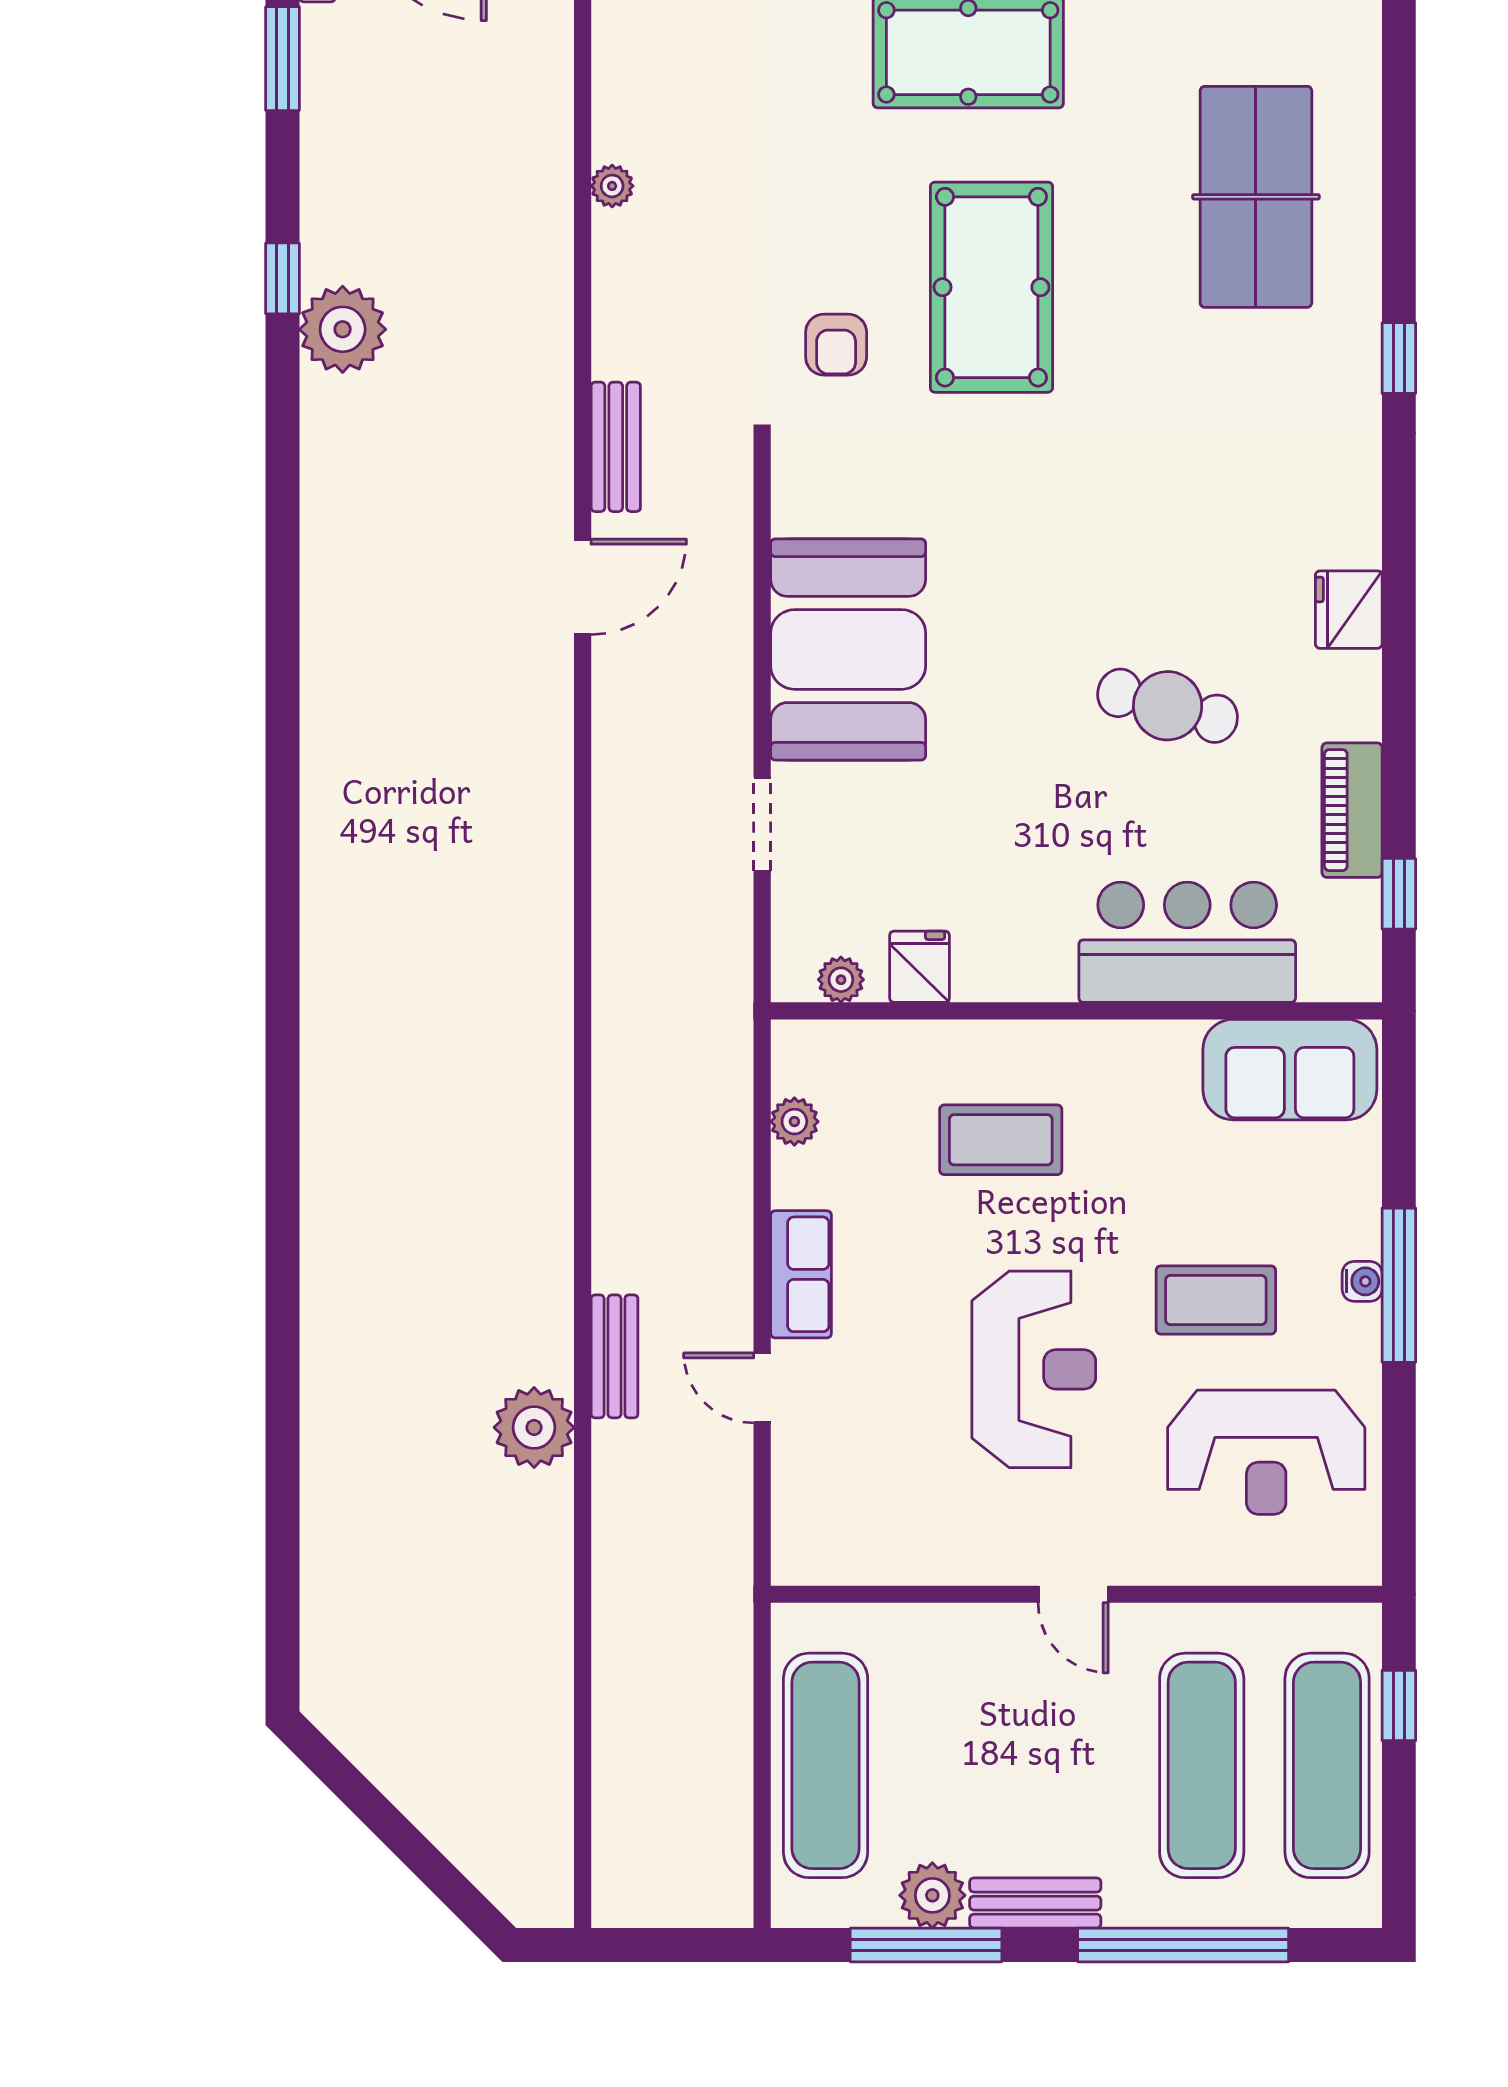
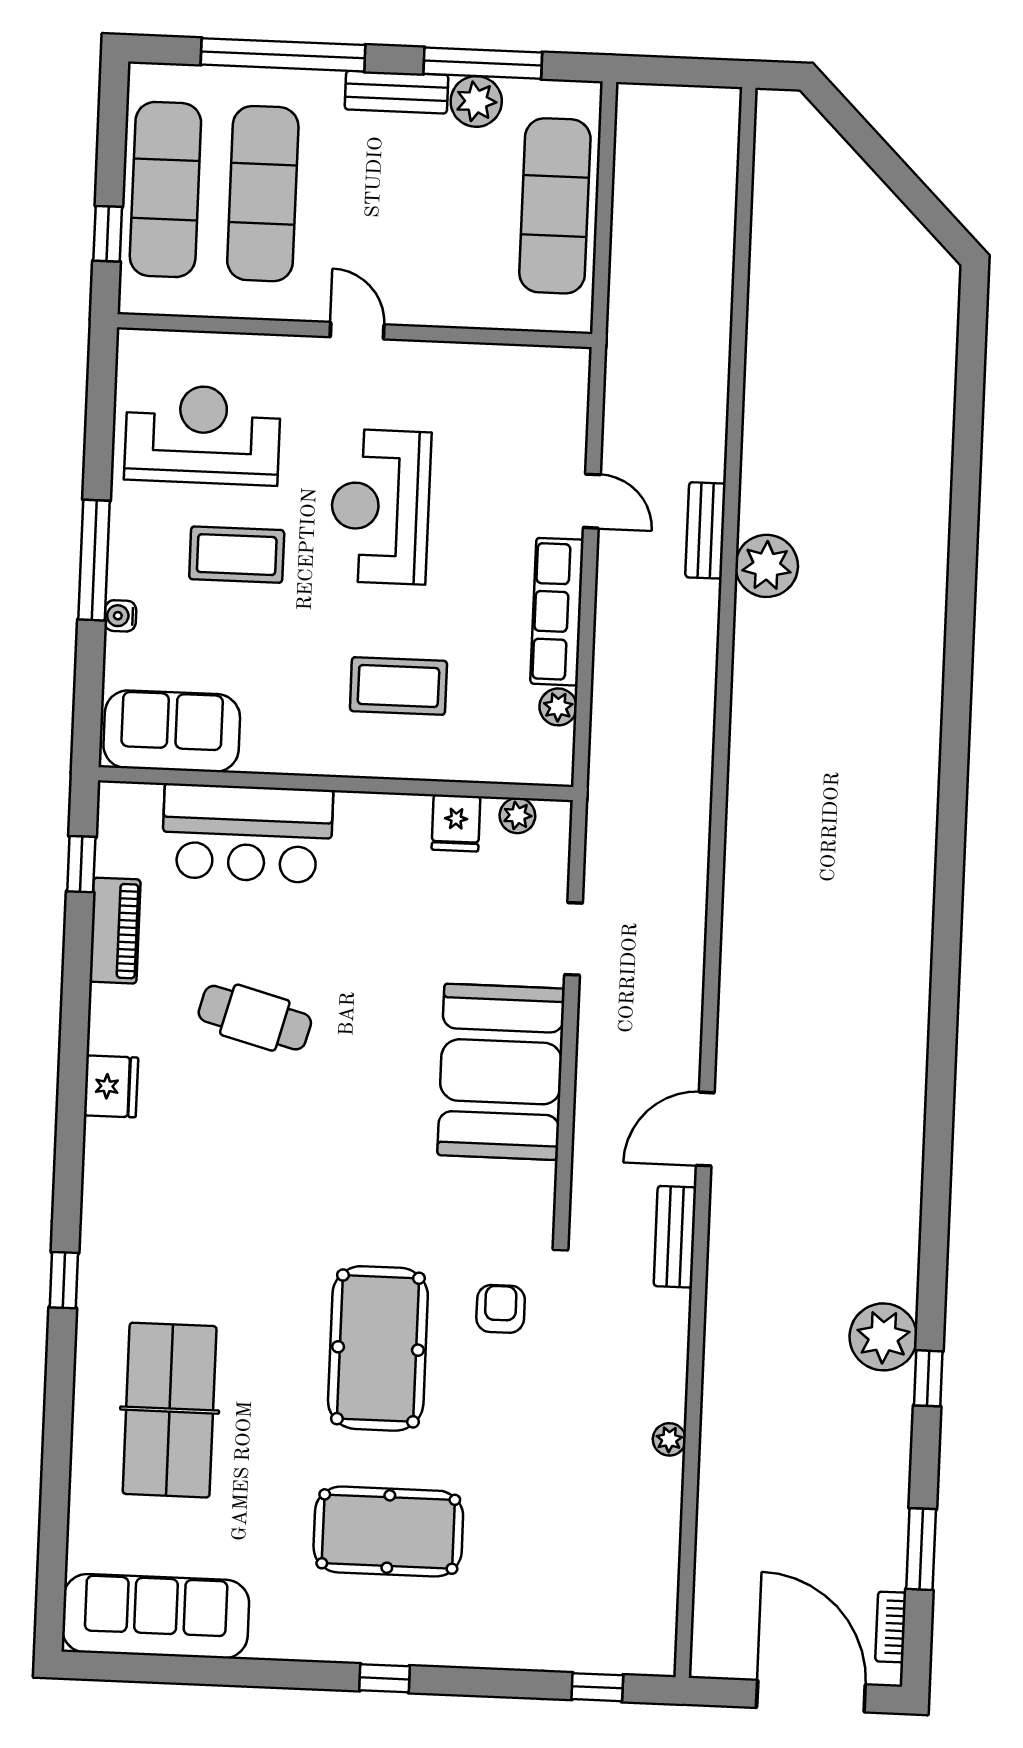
row of seats: (801, 1274) -> (557, 612), width x1.48
water cooler: (1362, 1281) -> (120, 616), moved
plant: (534, 1427) -> (767, 566), moved

